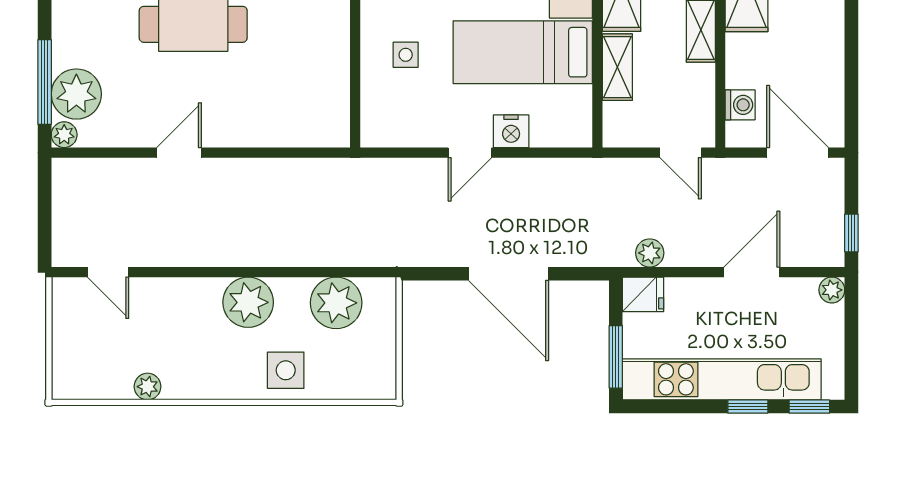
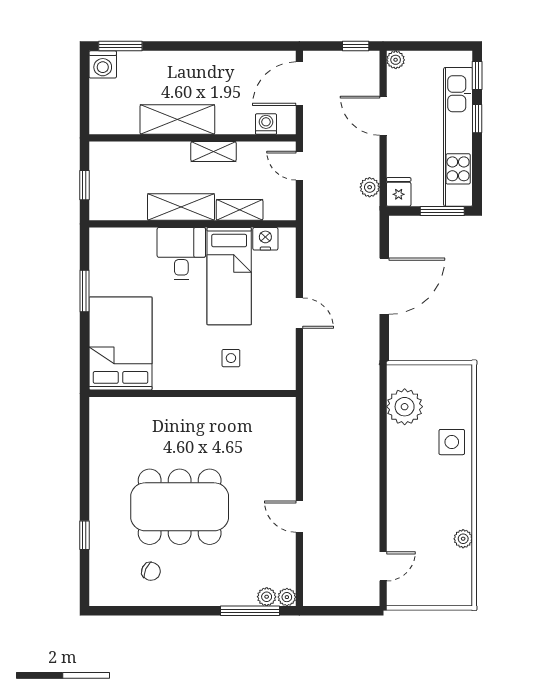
plant: (76, 94) -> (267, 597), width x0.53, depth x0.53
nightstand: (511, 131) -> (265, 239), moved, turned -90
door: (681, 153) -> (299, 166), swing flipped
plant: (248, 302) -> (404, 468), removed

